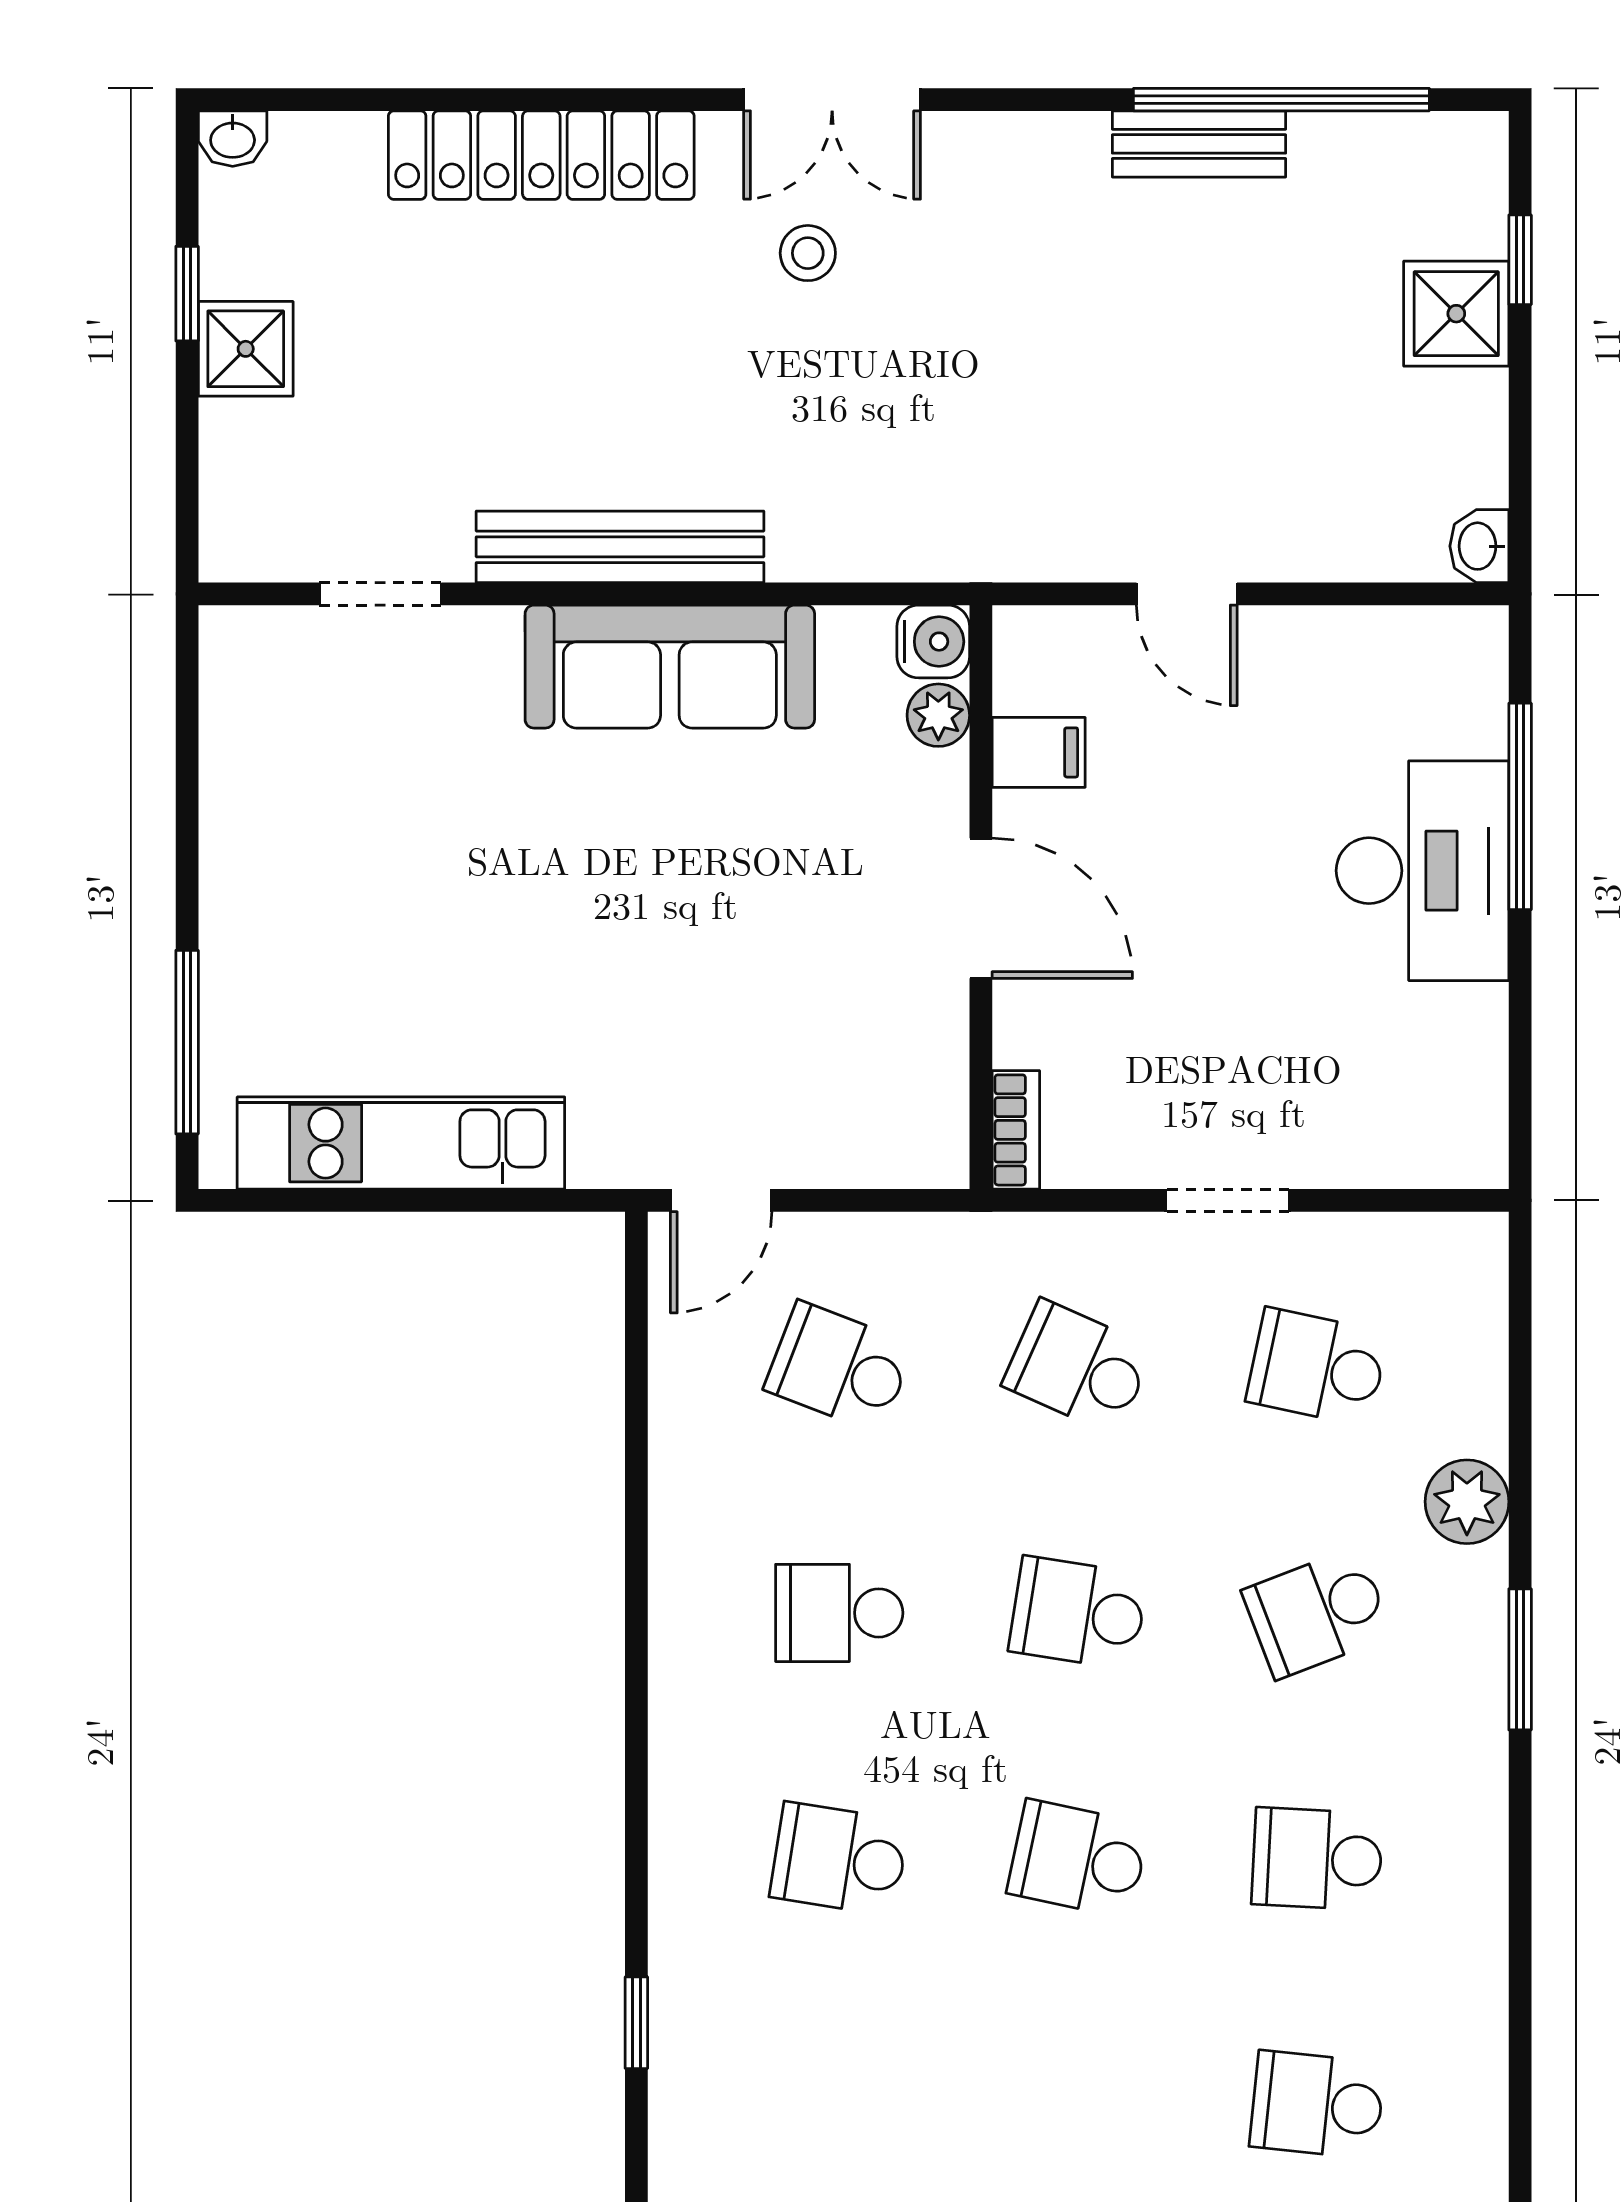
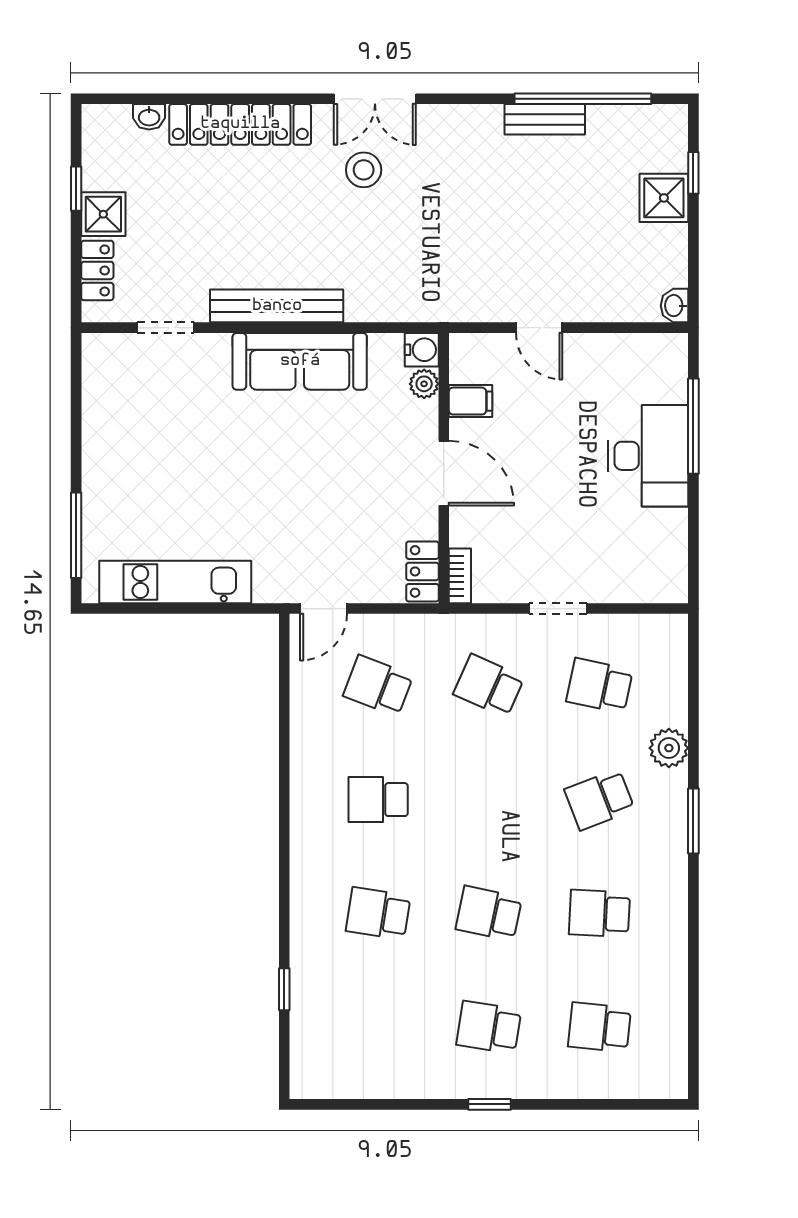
washbasin: (233, 139) -> (149, 117), moved
stool: (808, 253) -> (364, 170), width x1.37, depth x1.37
locker: (233, 470) -> (97, 270), added
locker: (935, 1120) -> (422, 571), added
school desk: (1078, 1613) -> (489, 1027), moved

